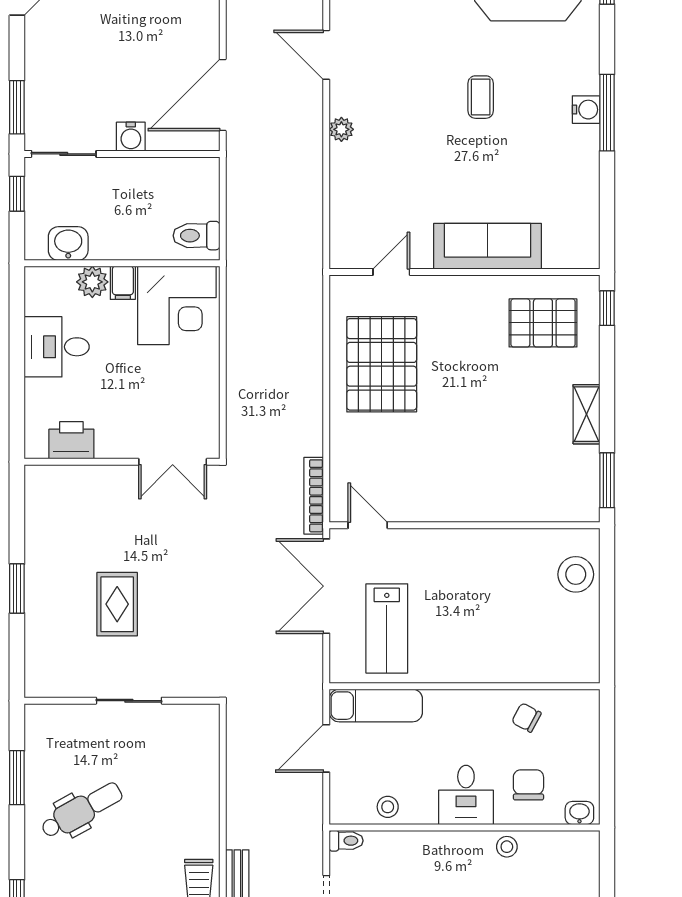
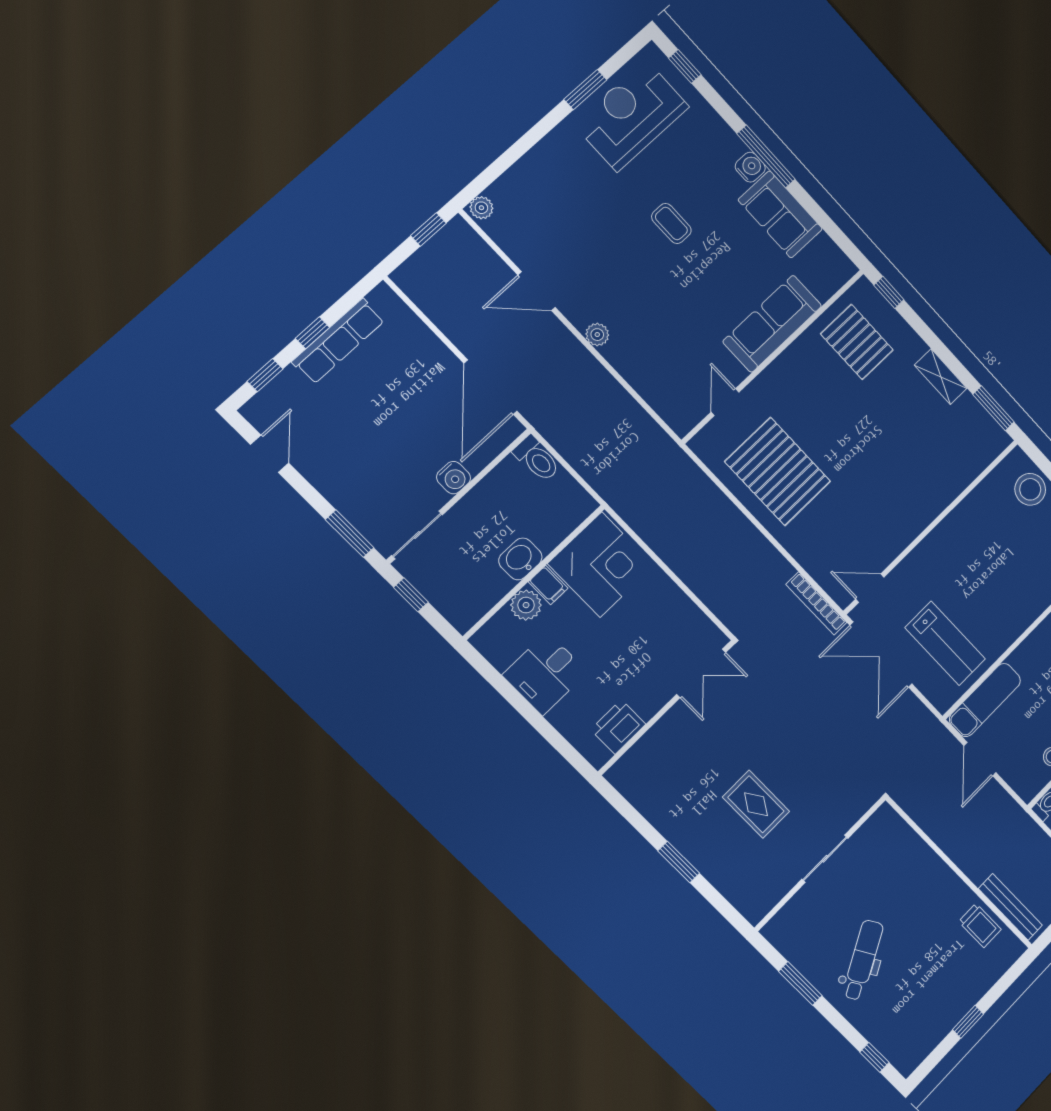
sofa: (576, 168) -> (780, 214), added
toilet: (196, 236) -> (537, 459), moved, turned -90
washbasin: (68, 244) -> (520, 559), moved
pallet: (543, 323) -> (857, 342), turned 90

